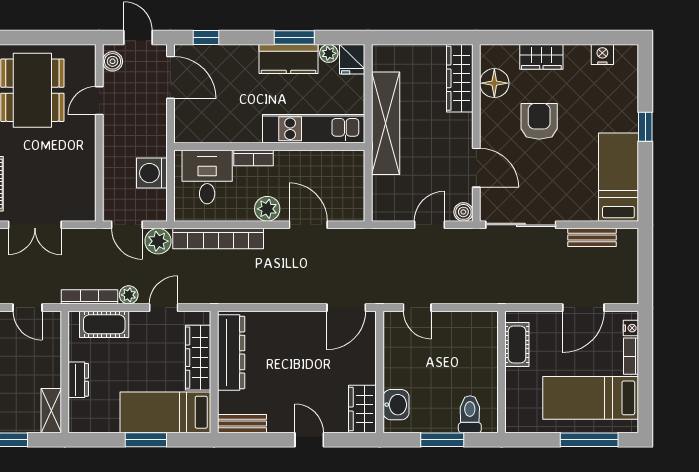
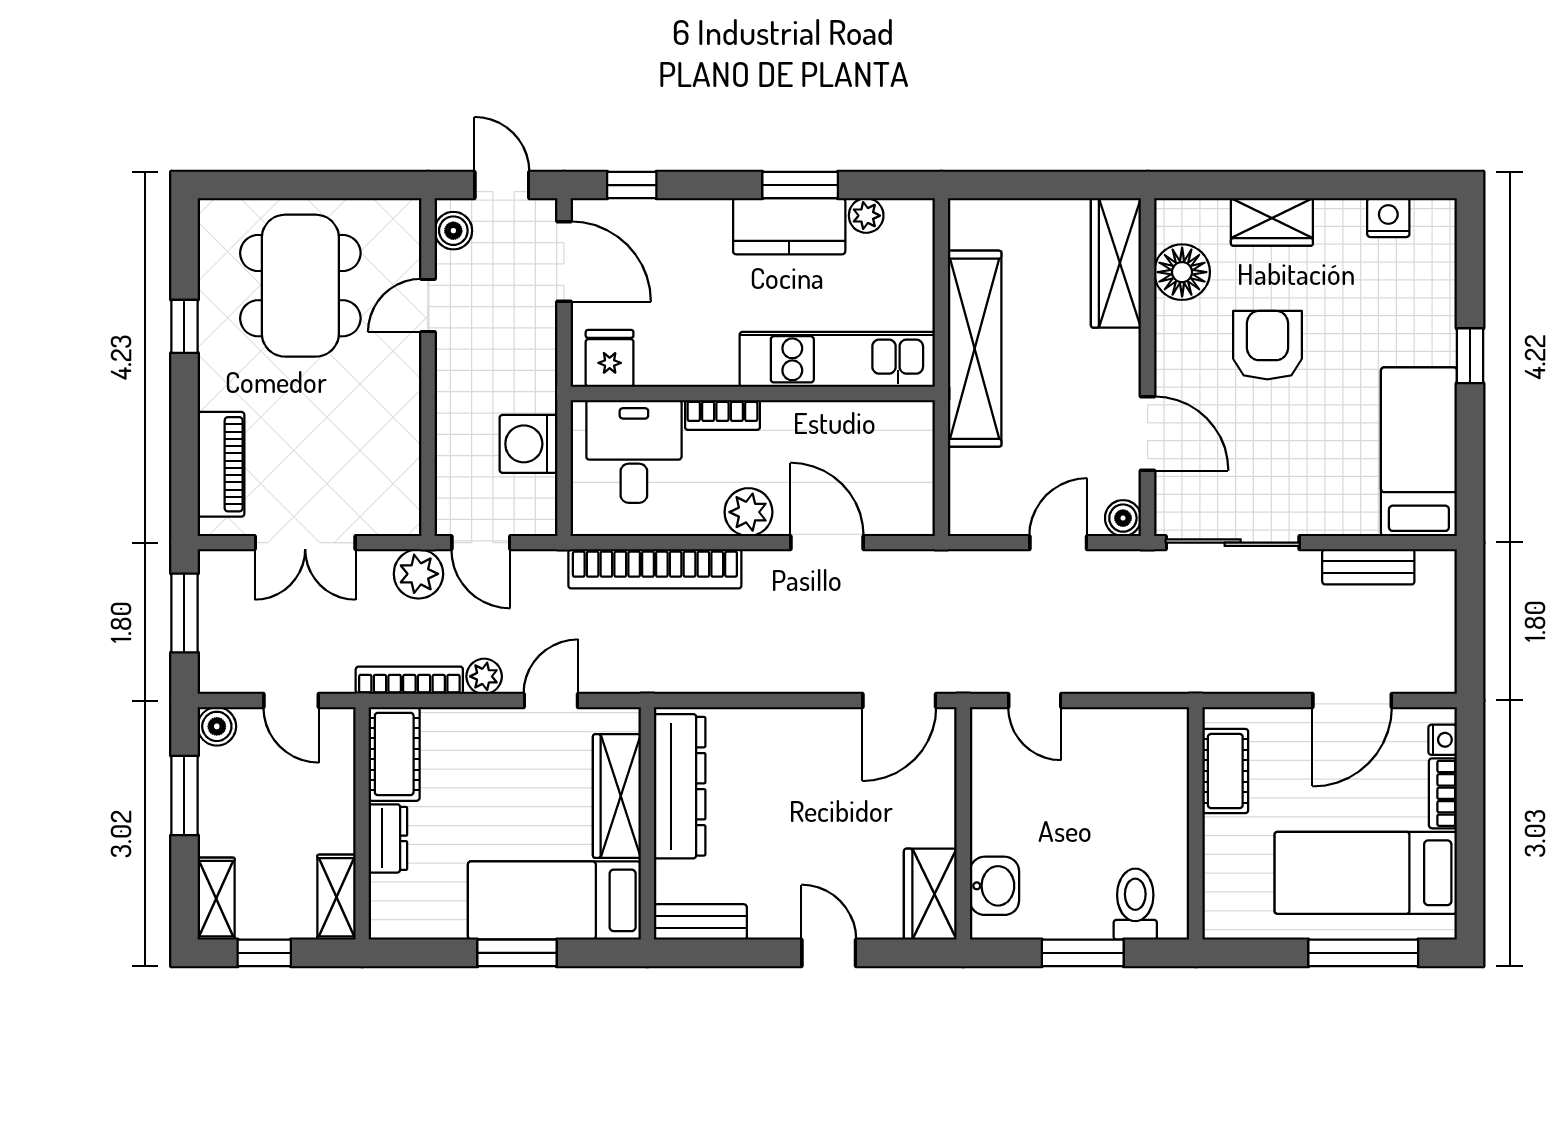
fridge: (352, 59) -> (610, 358), moved, turned 180
plant: (158, 241) -> (418, 574), moved
cot: (104, 324) -> (394, 754), moved, turned 90

